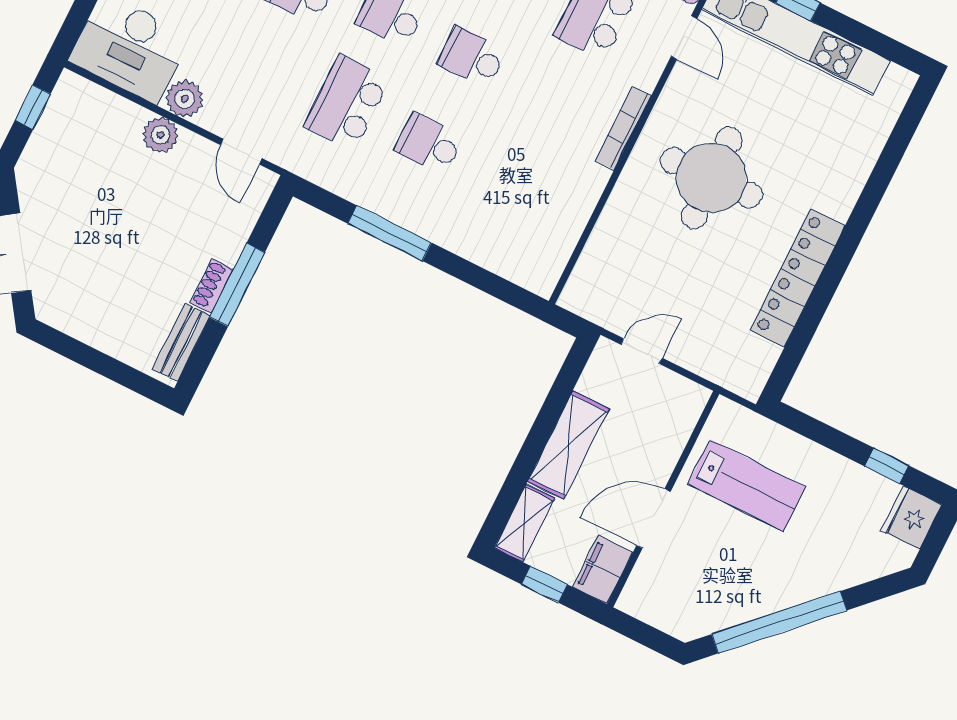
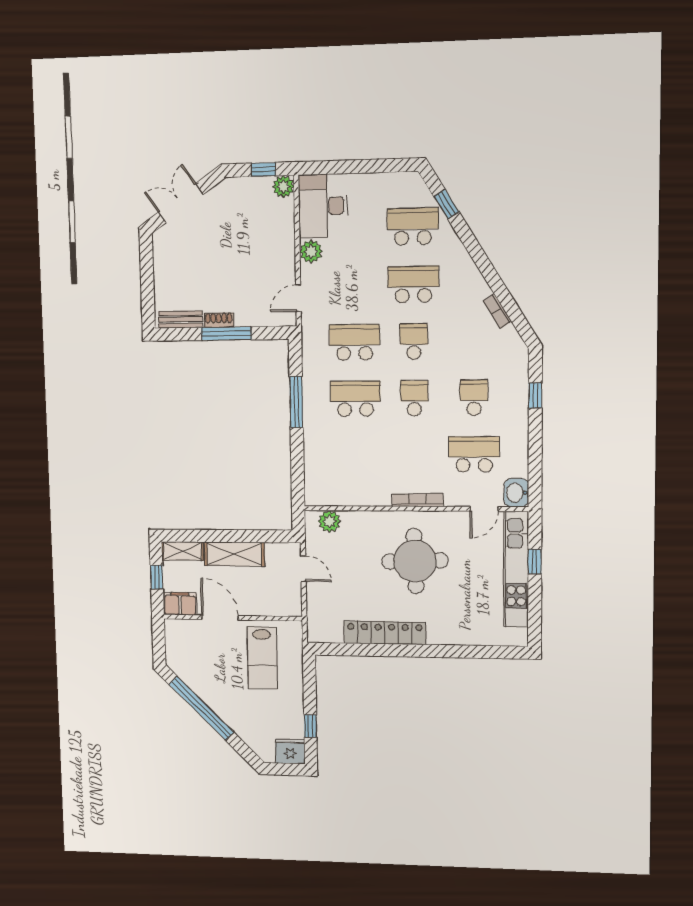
plant: (160, 135) -> (283, 187), moved
school desk: (429, 144) -> (355, 399), width x1.85
plant: (590, 275) -> (329, 521), added

